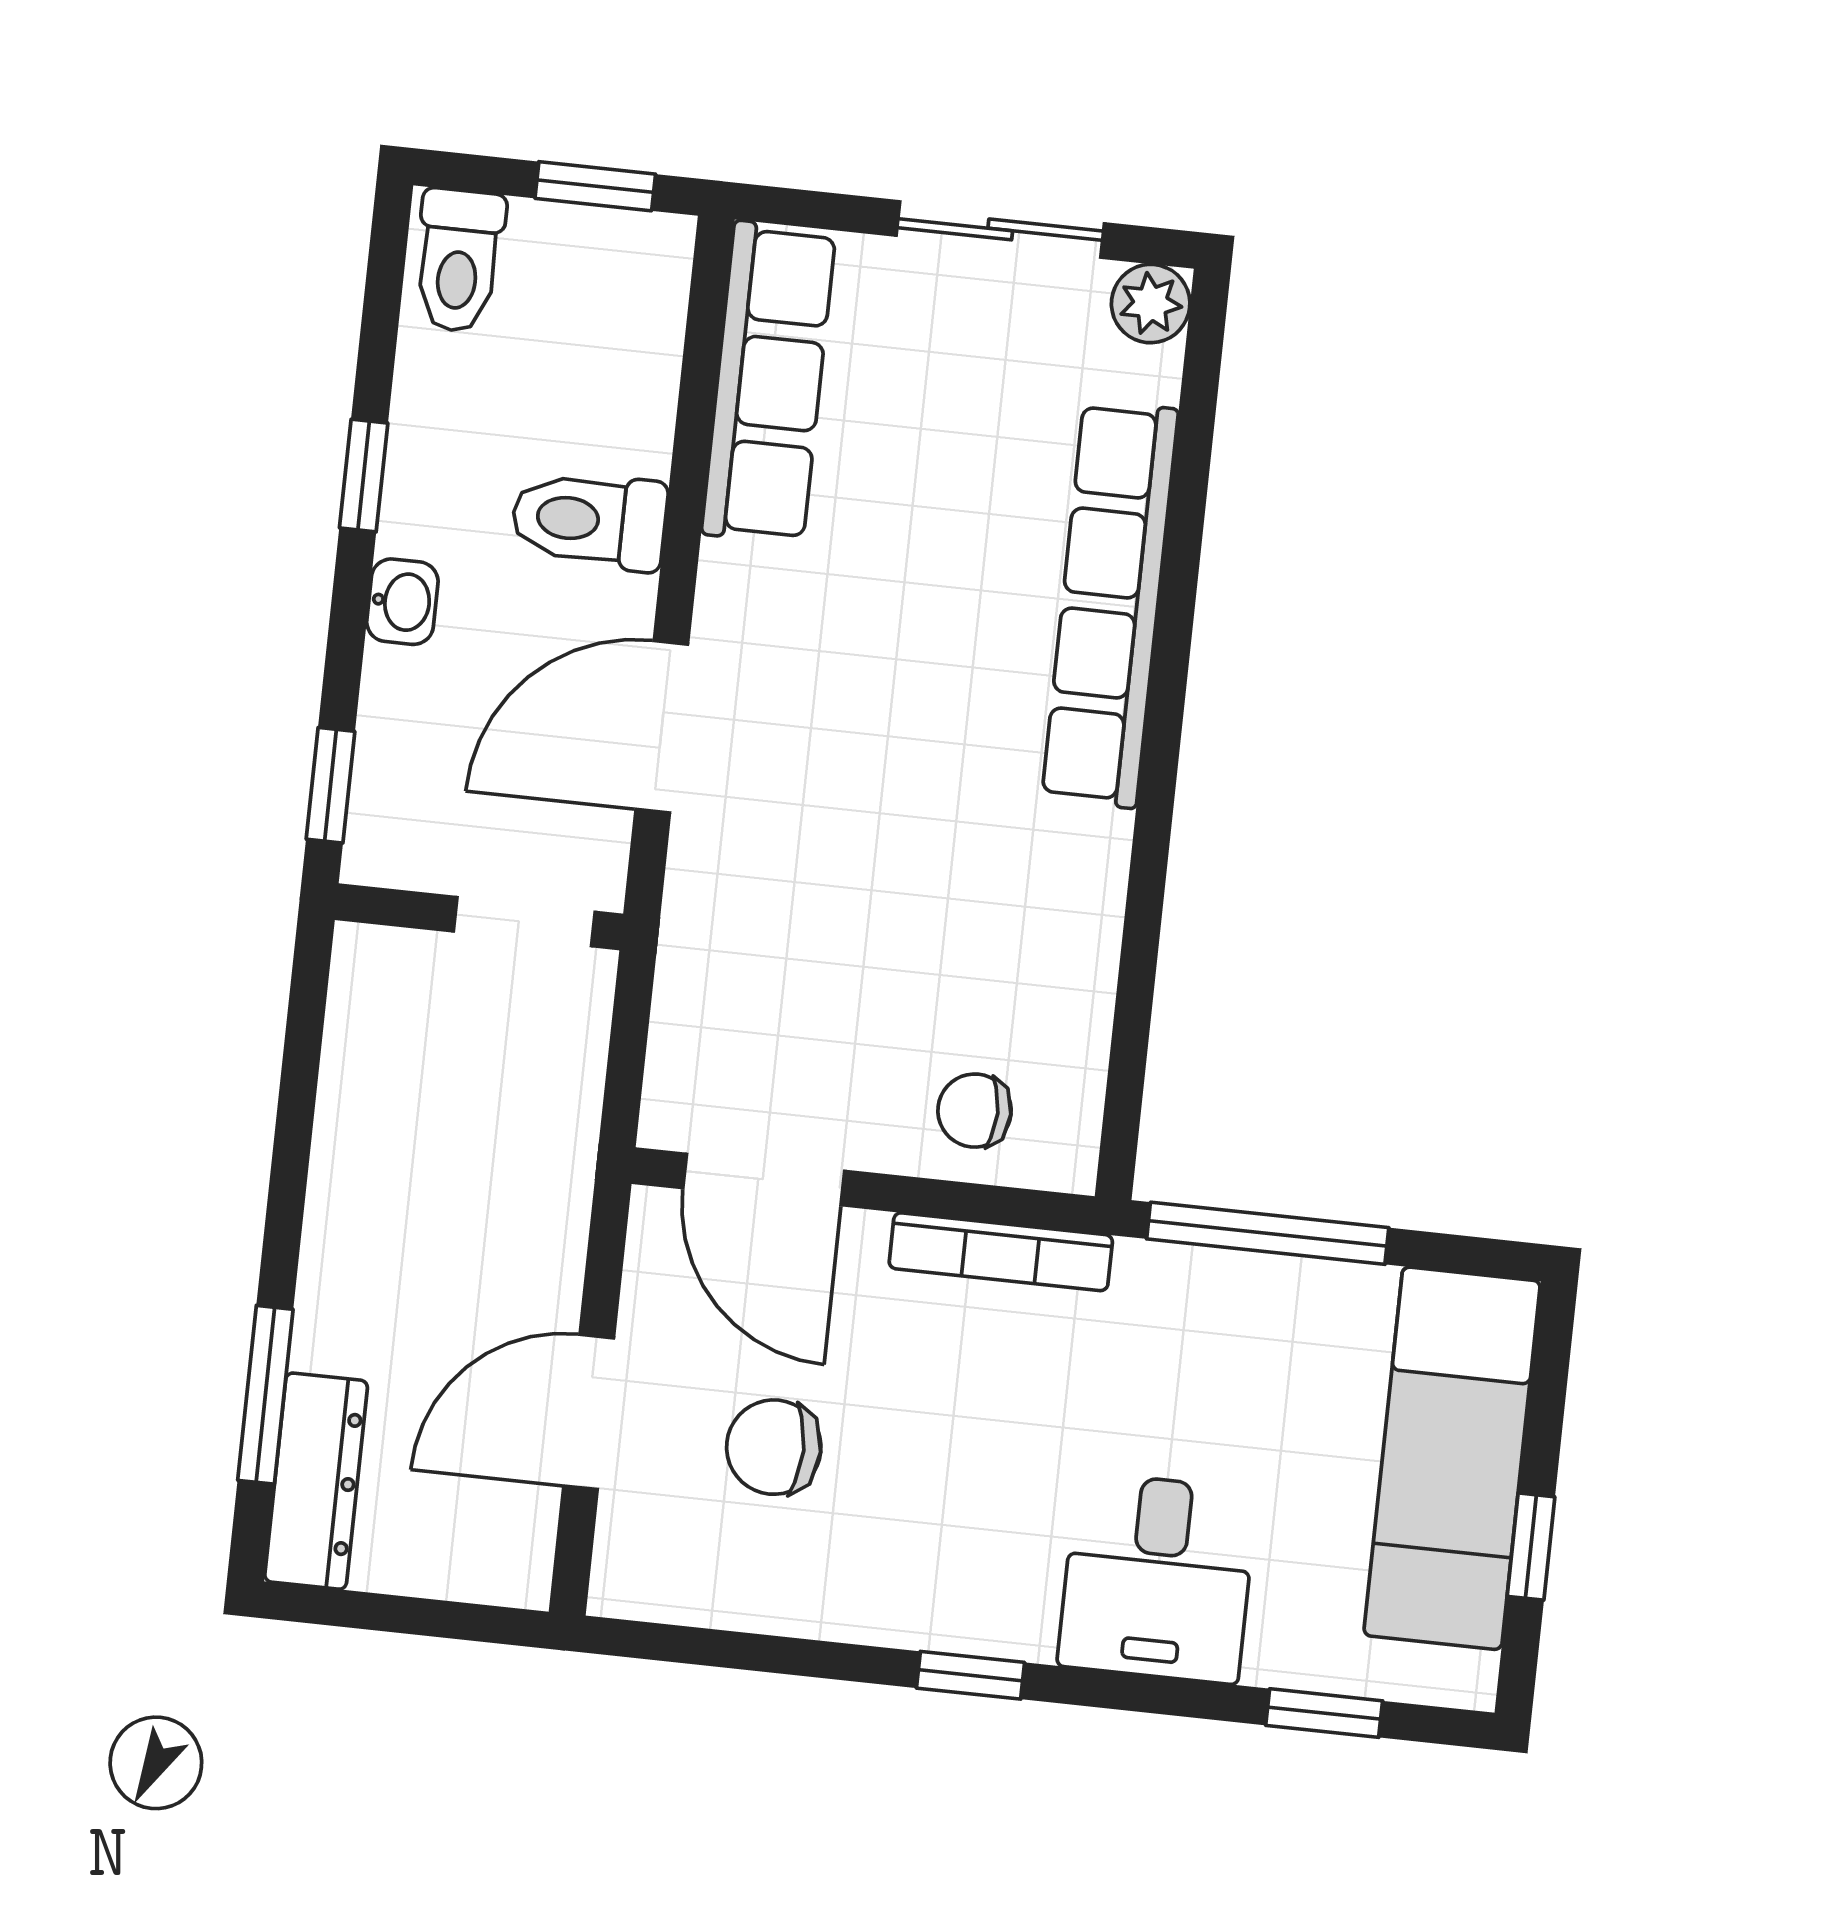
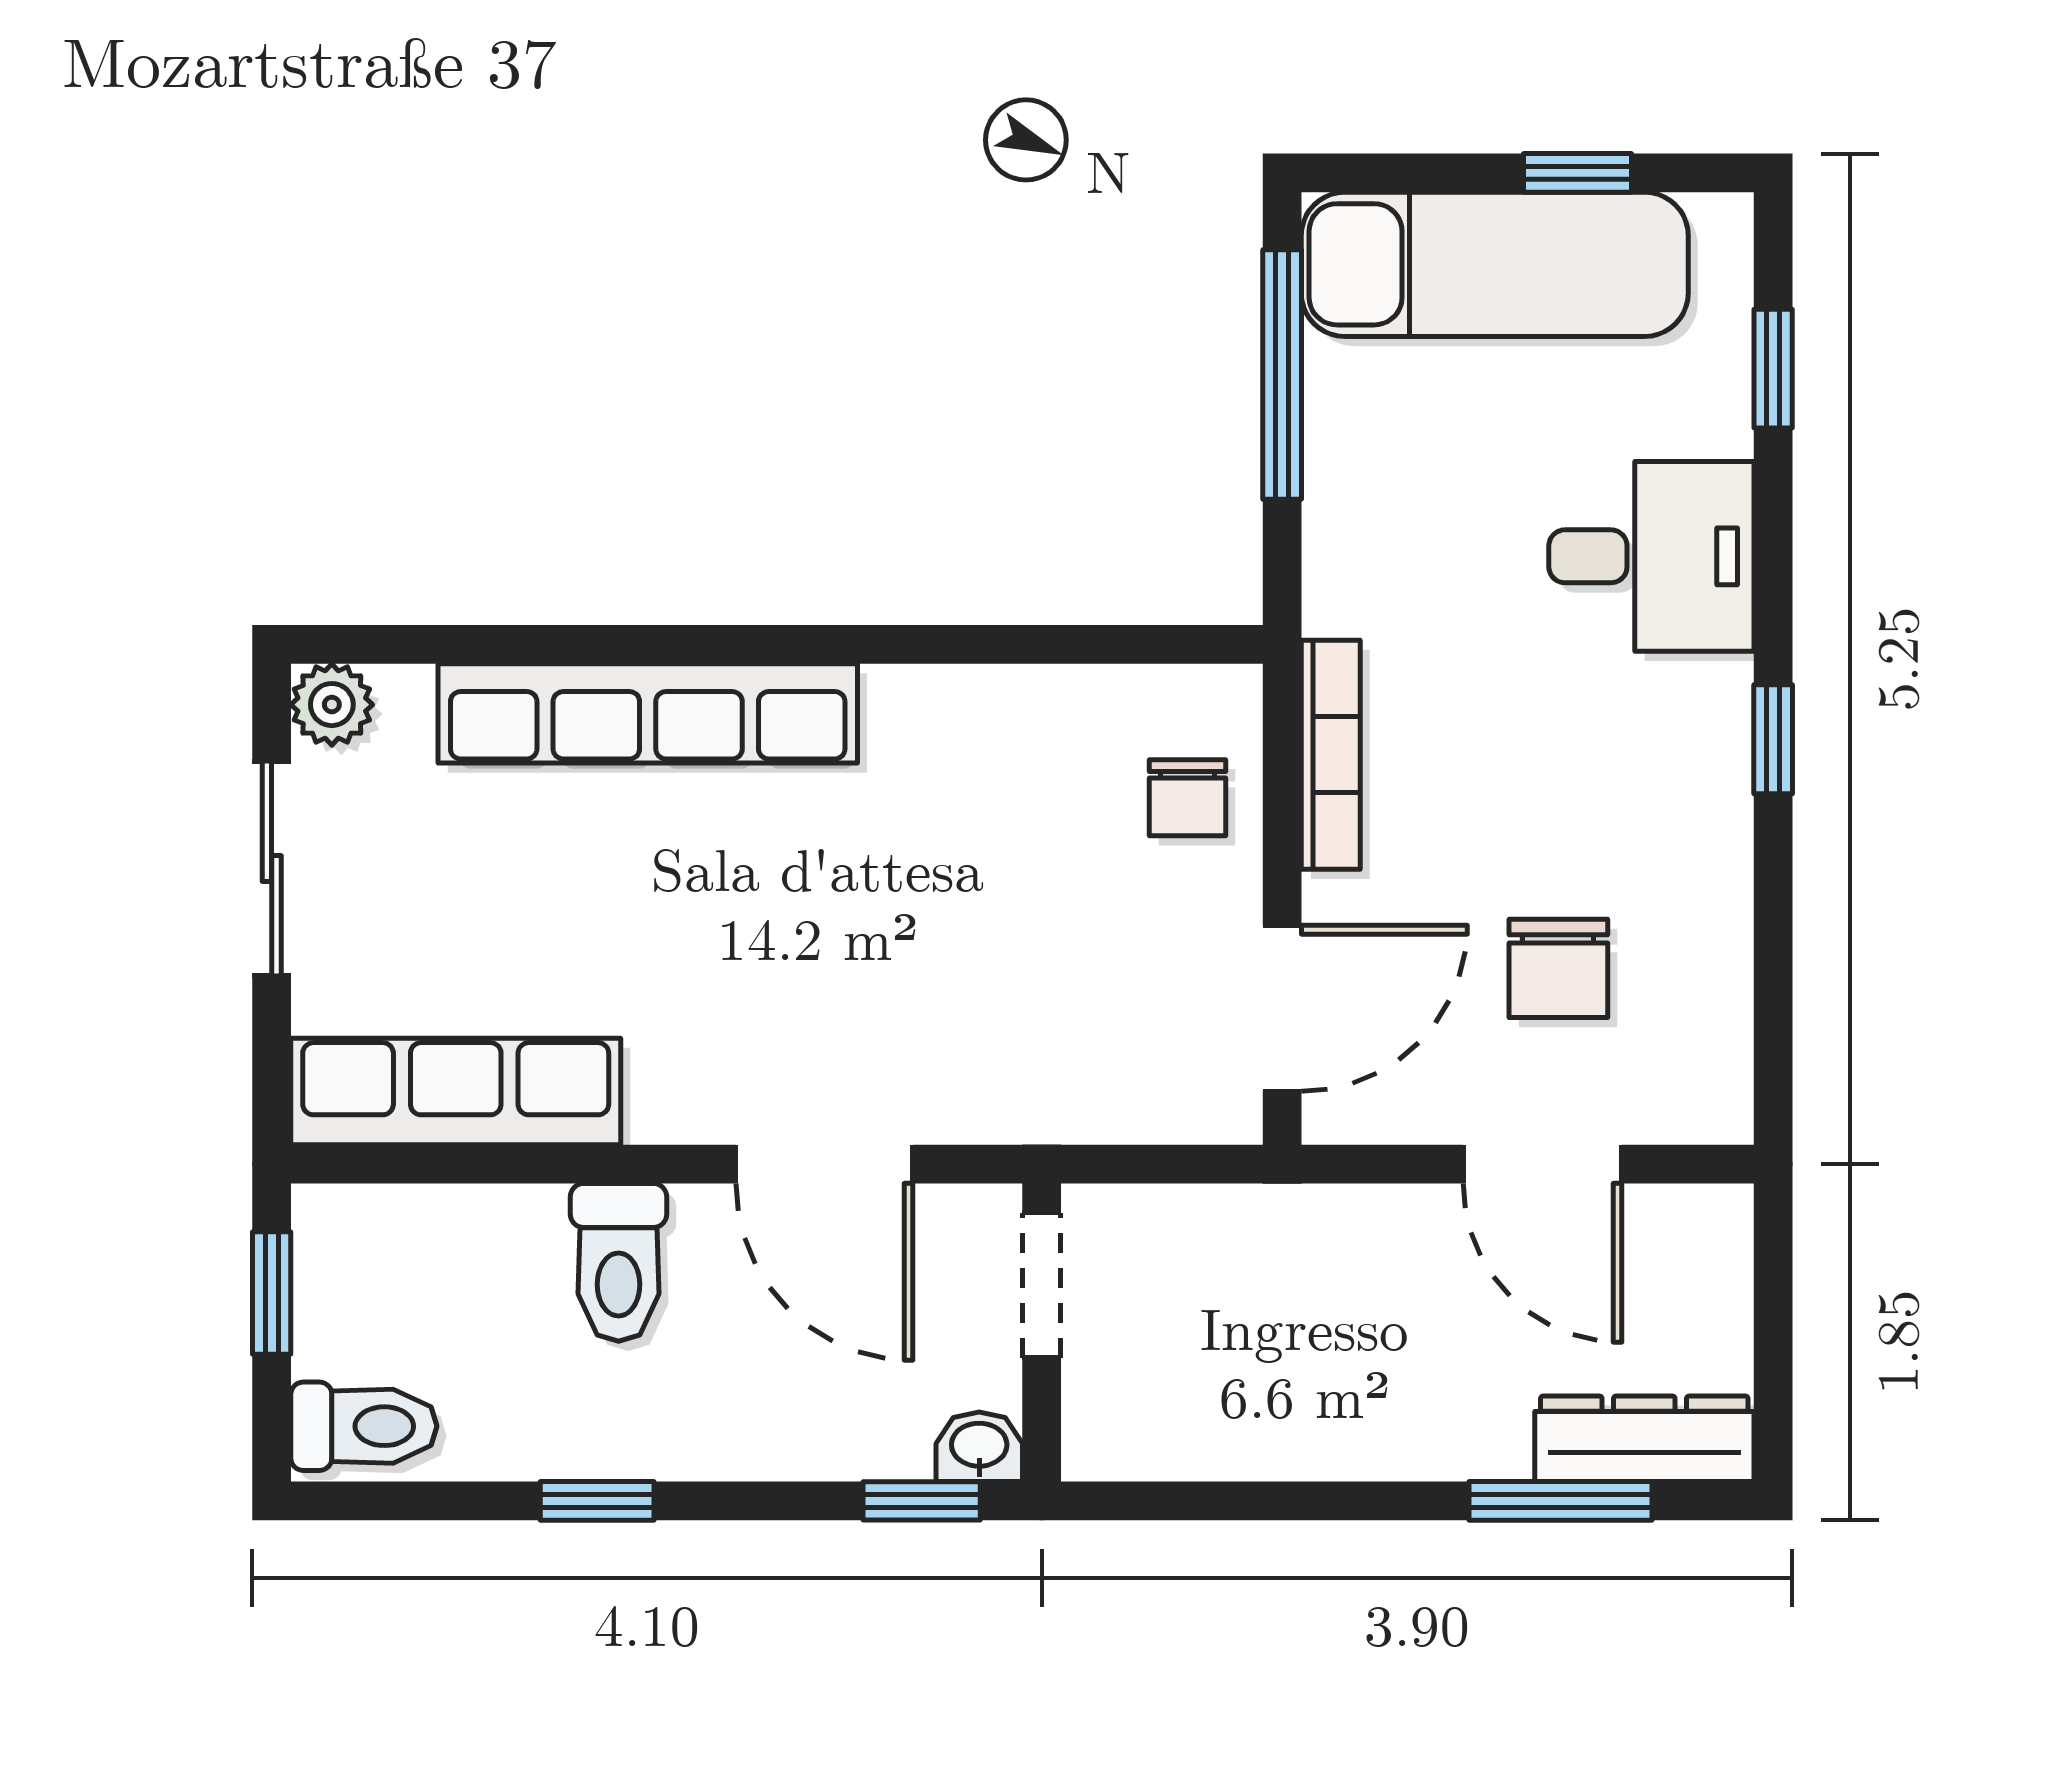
washbasin: (402, 602) -> (979, 1447), moved
window: (1268, 1233) -> (1282, 375), moved

